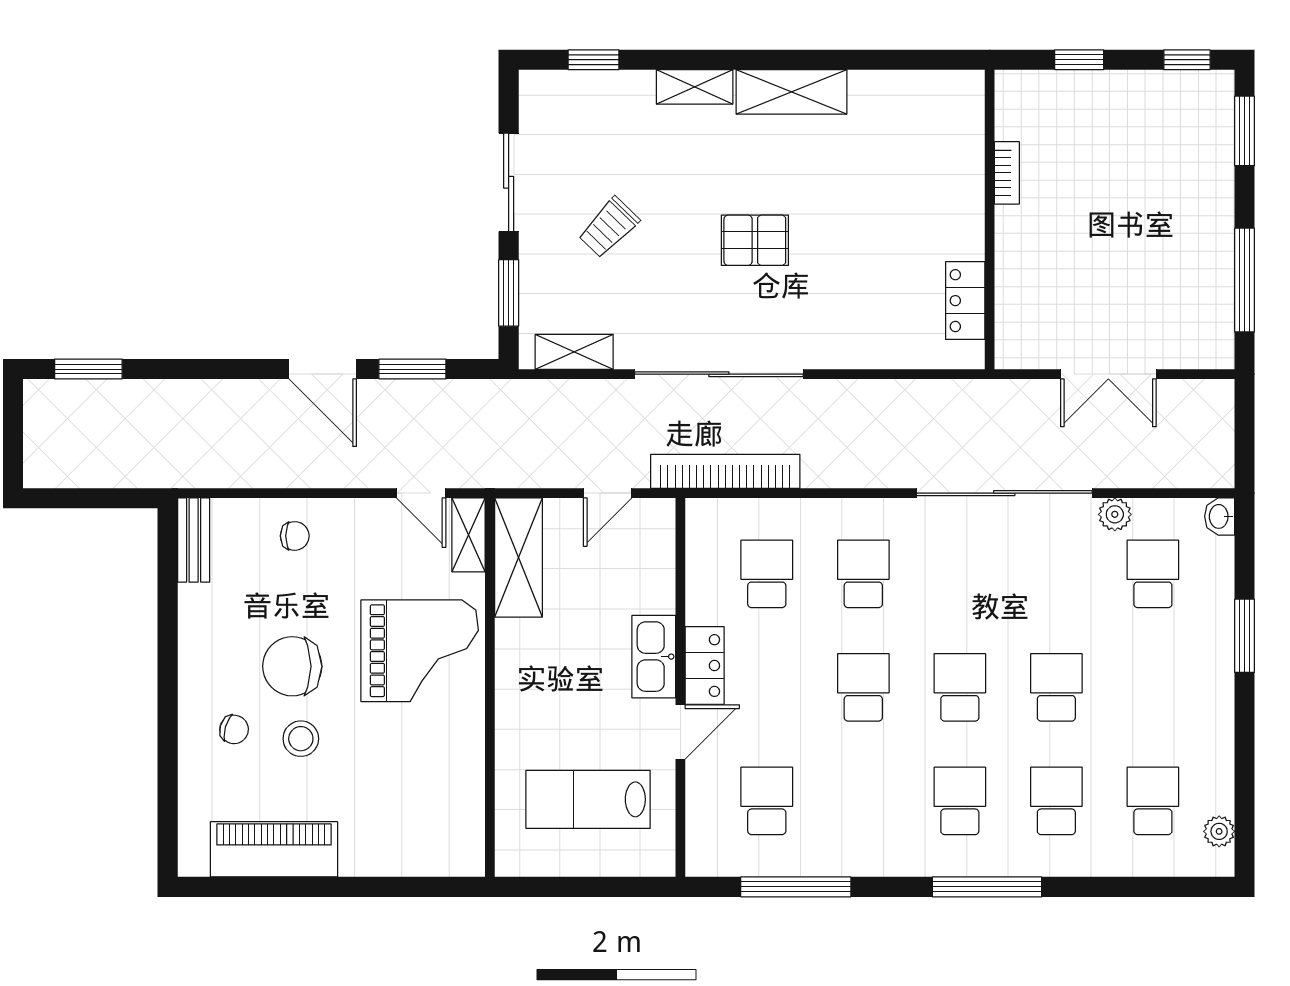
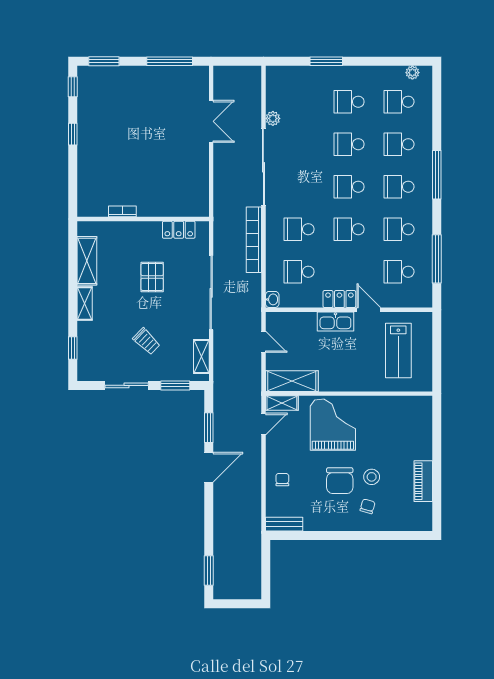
bookcase: (1007, 173) -> (122, 211), moved
wall: (990, 220) -> (143, 219), moved
locker: (965, 301) -> (179, 230), moved
bookcase: (725, 471) -> (254, 240), moved
washbasin: (1220, 516) -> (272, 299), moved, turned -90
school desk: (1153, 574) -> (349, 102), moved
school desk: (863, 801) -> (399, 229), added
piano: (274, 849) -> (423, 481), width x0.73, depth x0.75

